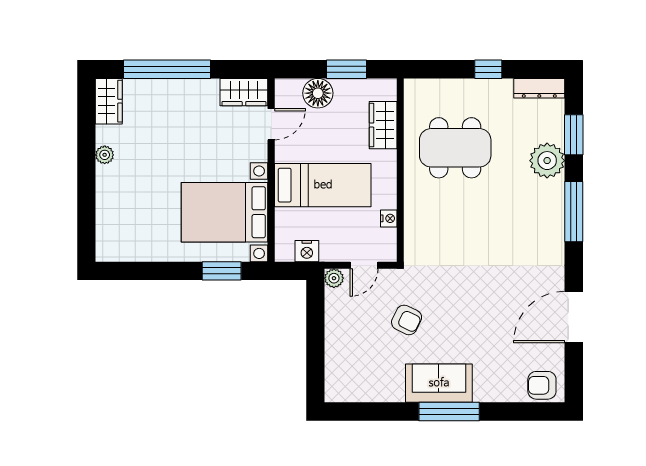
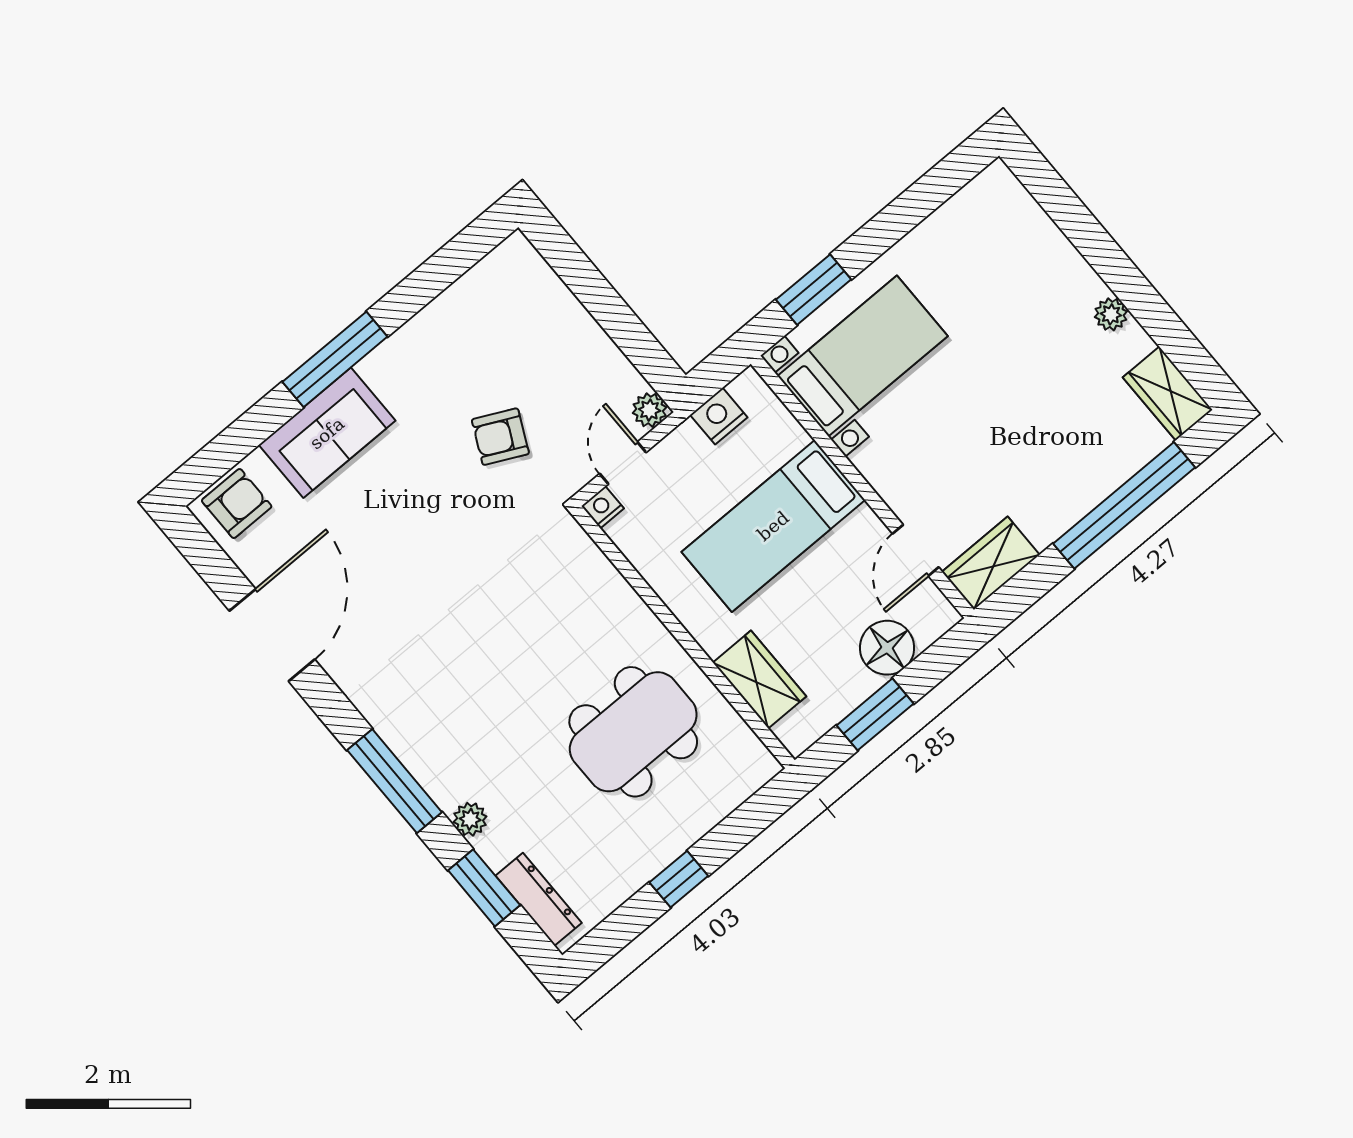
dresser: (539, 88) -> (539, 899), moved, turned 90
plant: (547, 161) -> (470, 819), width x0.53, depth x0.53
bed with nightstands: (225, 212) -> (863, 356), width x0.73
nightstand: (389, 218) -> (603, 507), moved, turned 90
sofa: (439, 383) -> (327, 433), moved

